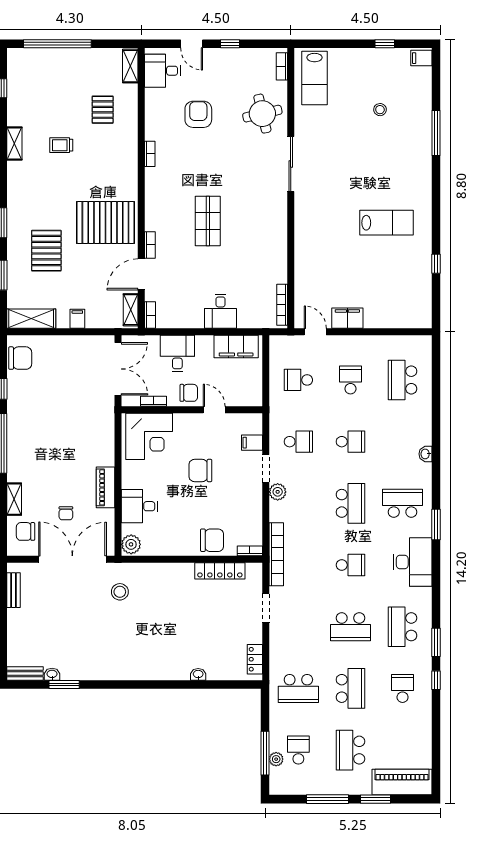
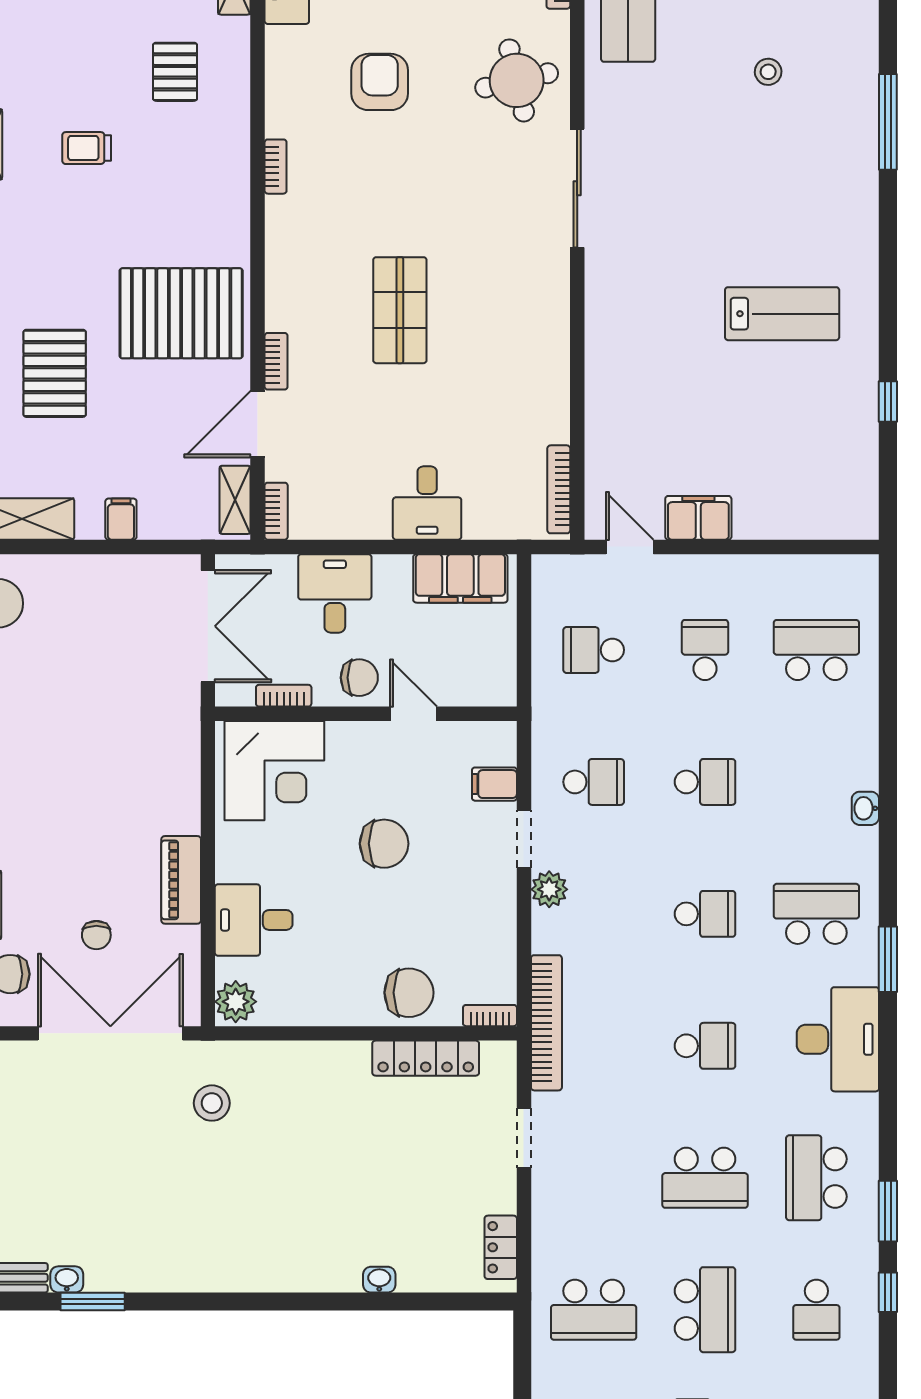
school desk: (403, 380) -> (816, 650), turned 90
chair: (200, 471) -> (384, 844), turned 180
school desk: (350, 503) -> (705, 914), width x0.54
school desk: (403, 688) -> (816, 1310), turned 180

